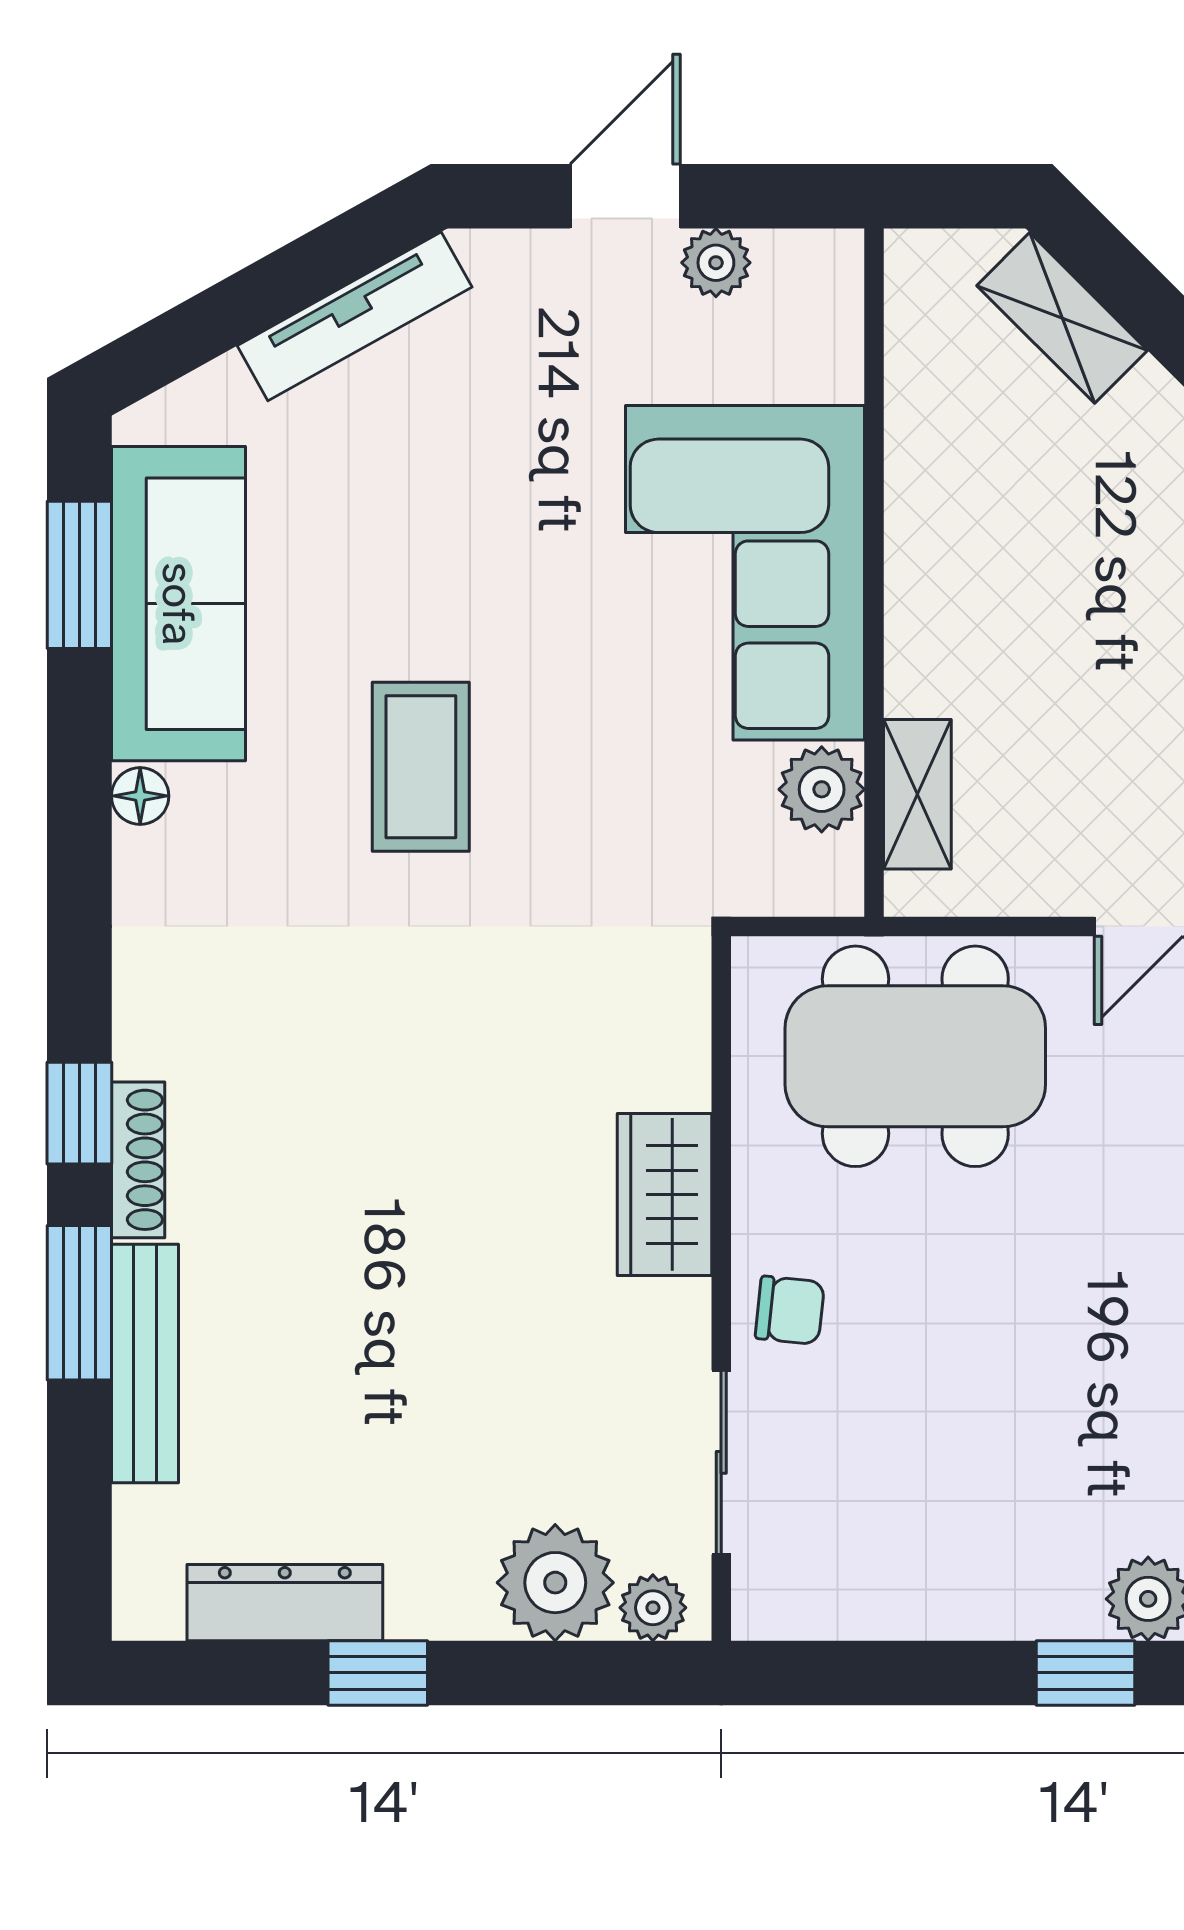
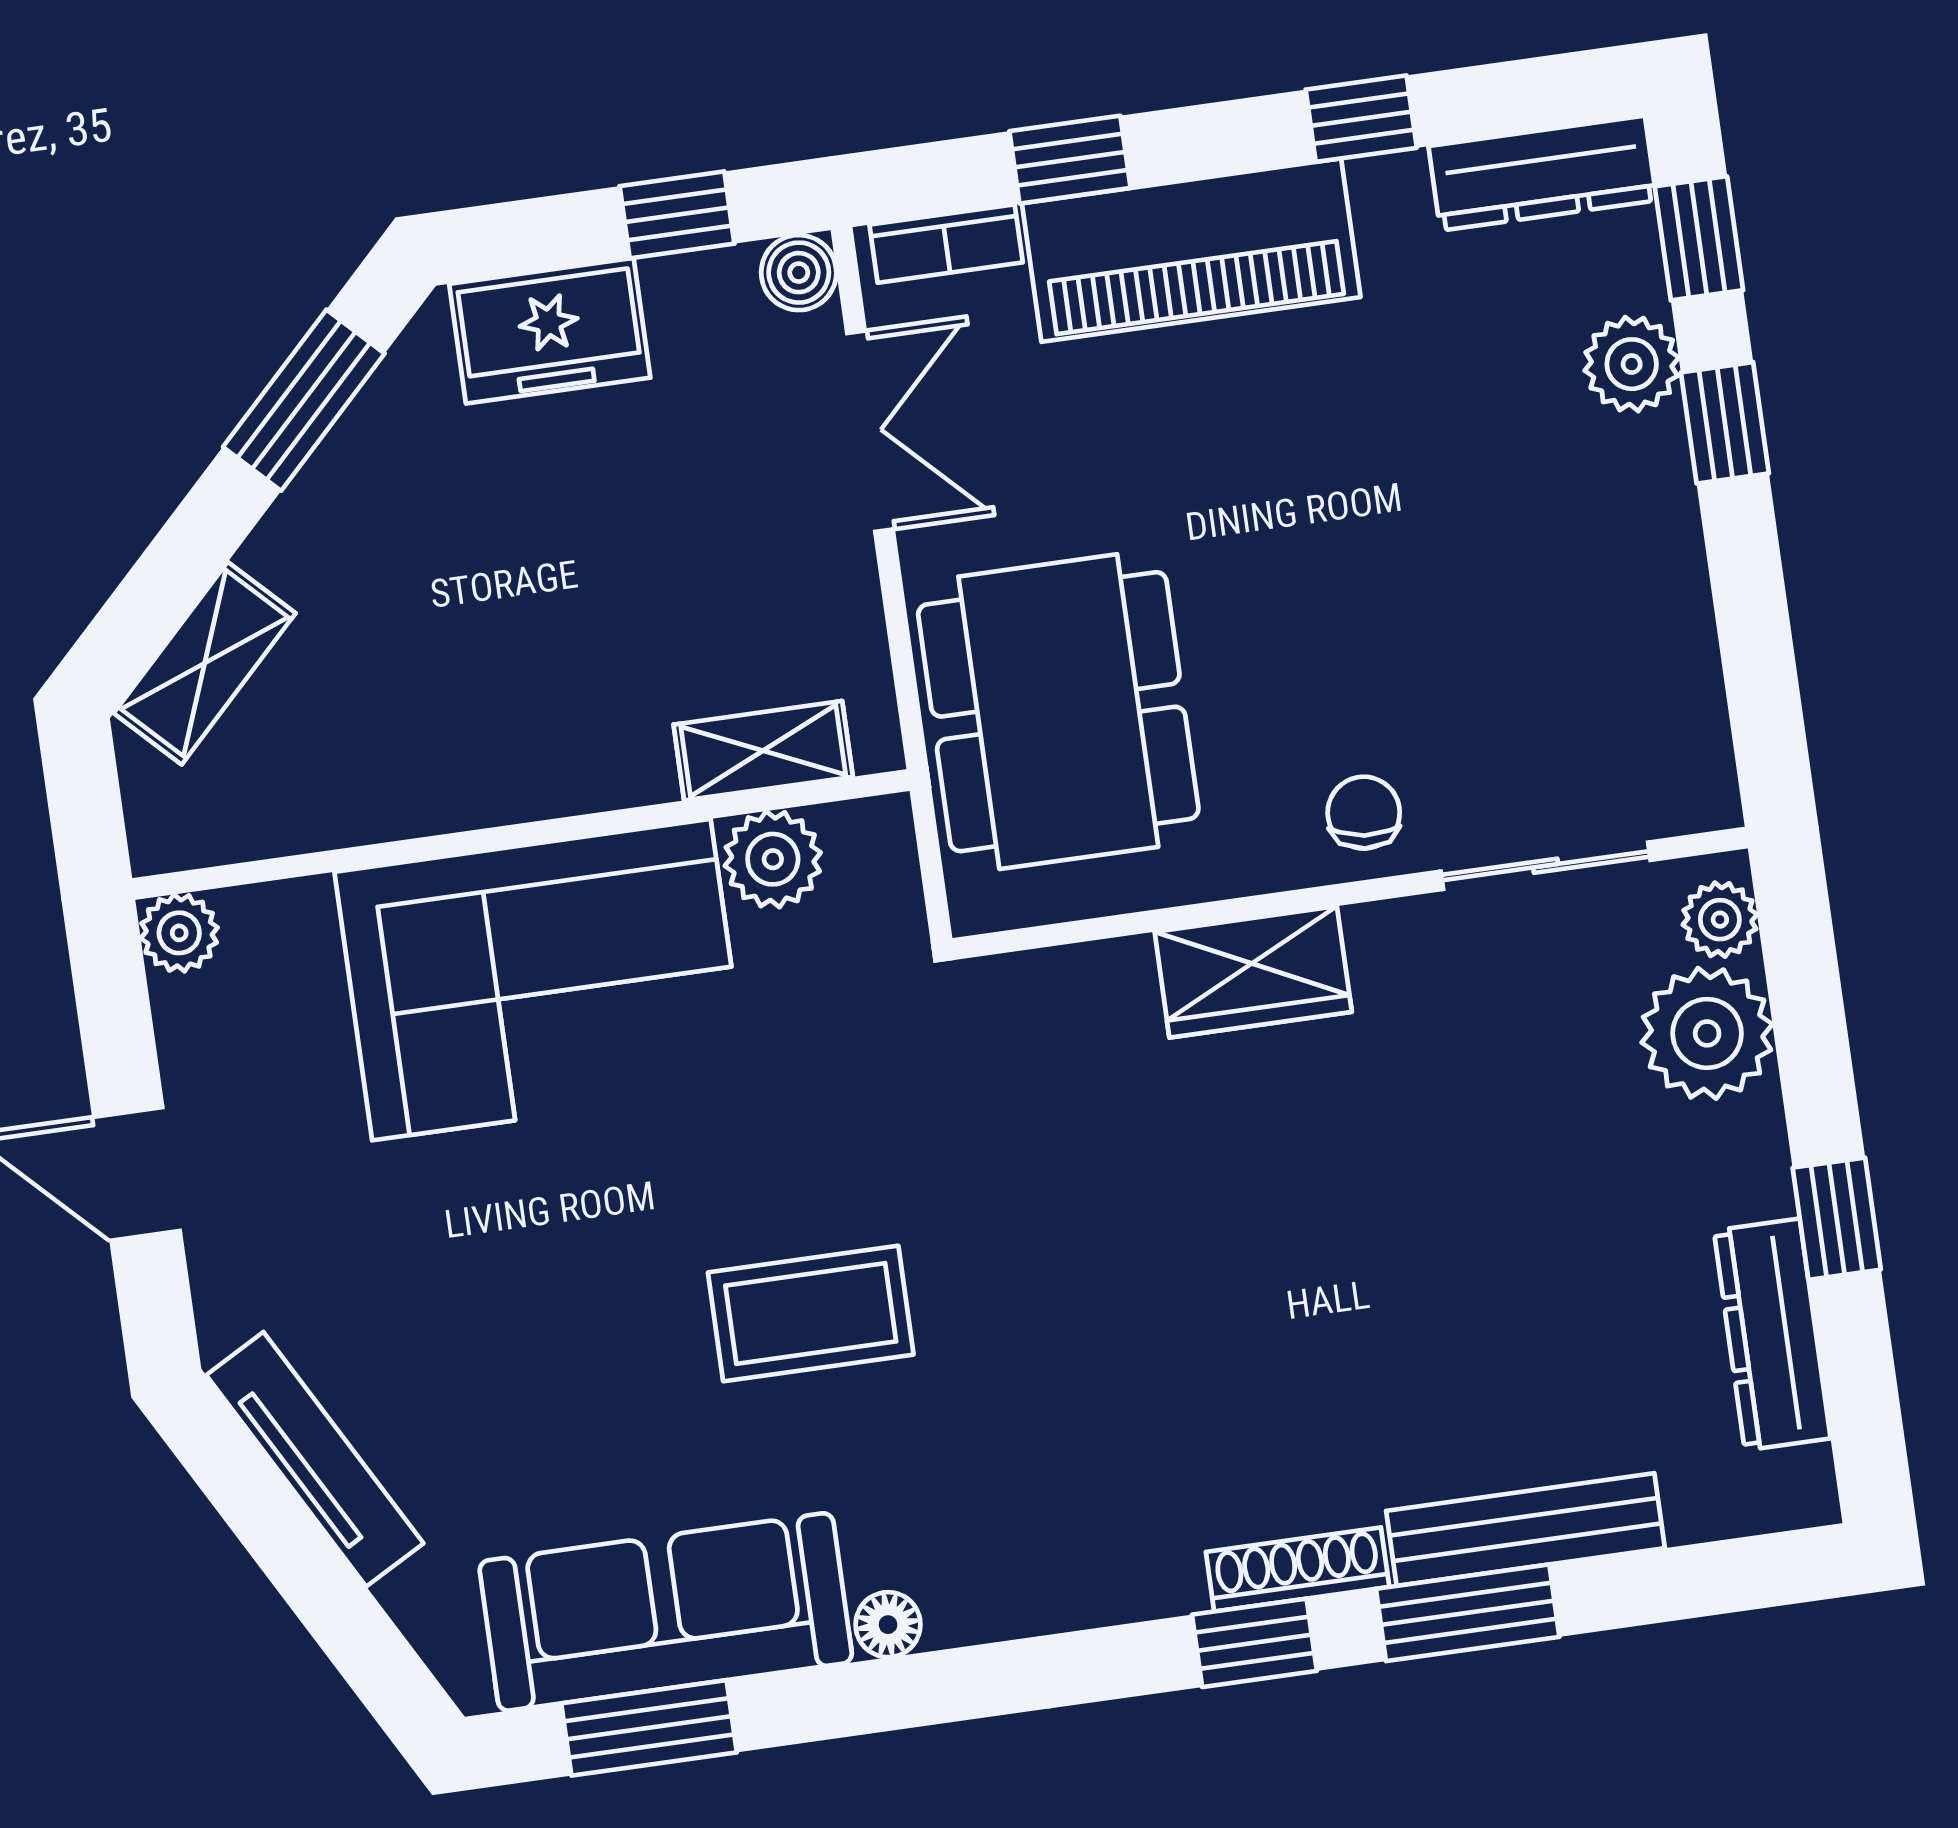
plant: (716, 263) -> (179, 933), moved

